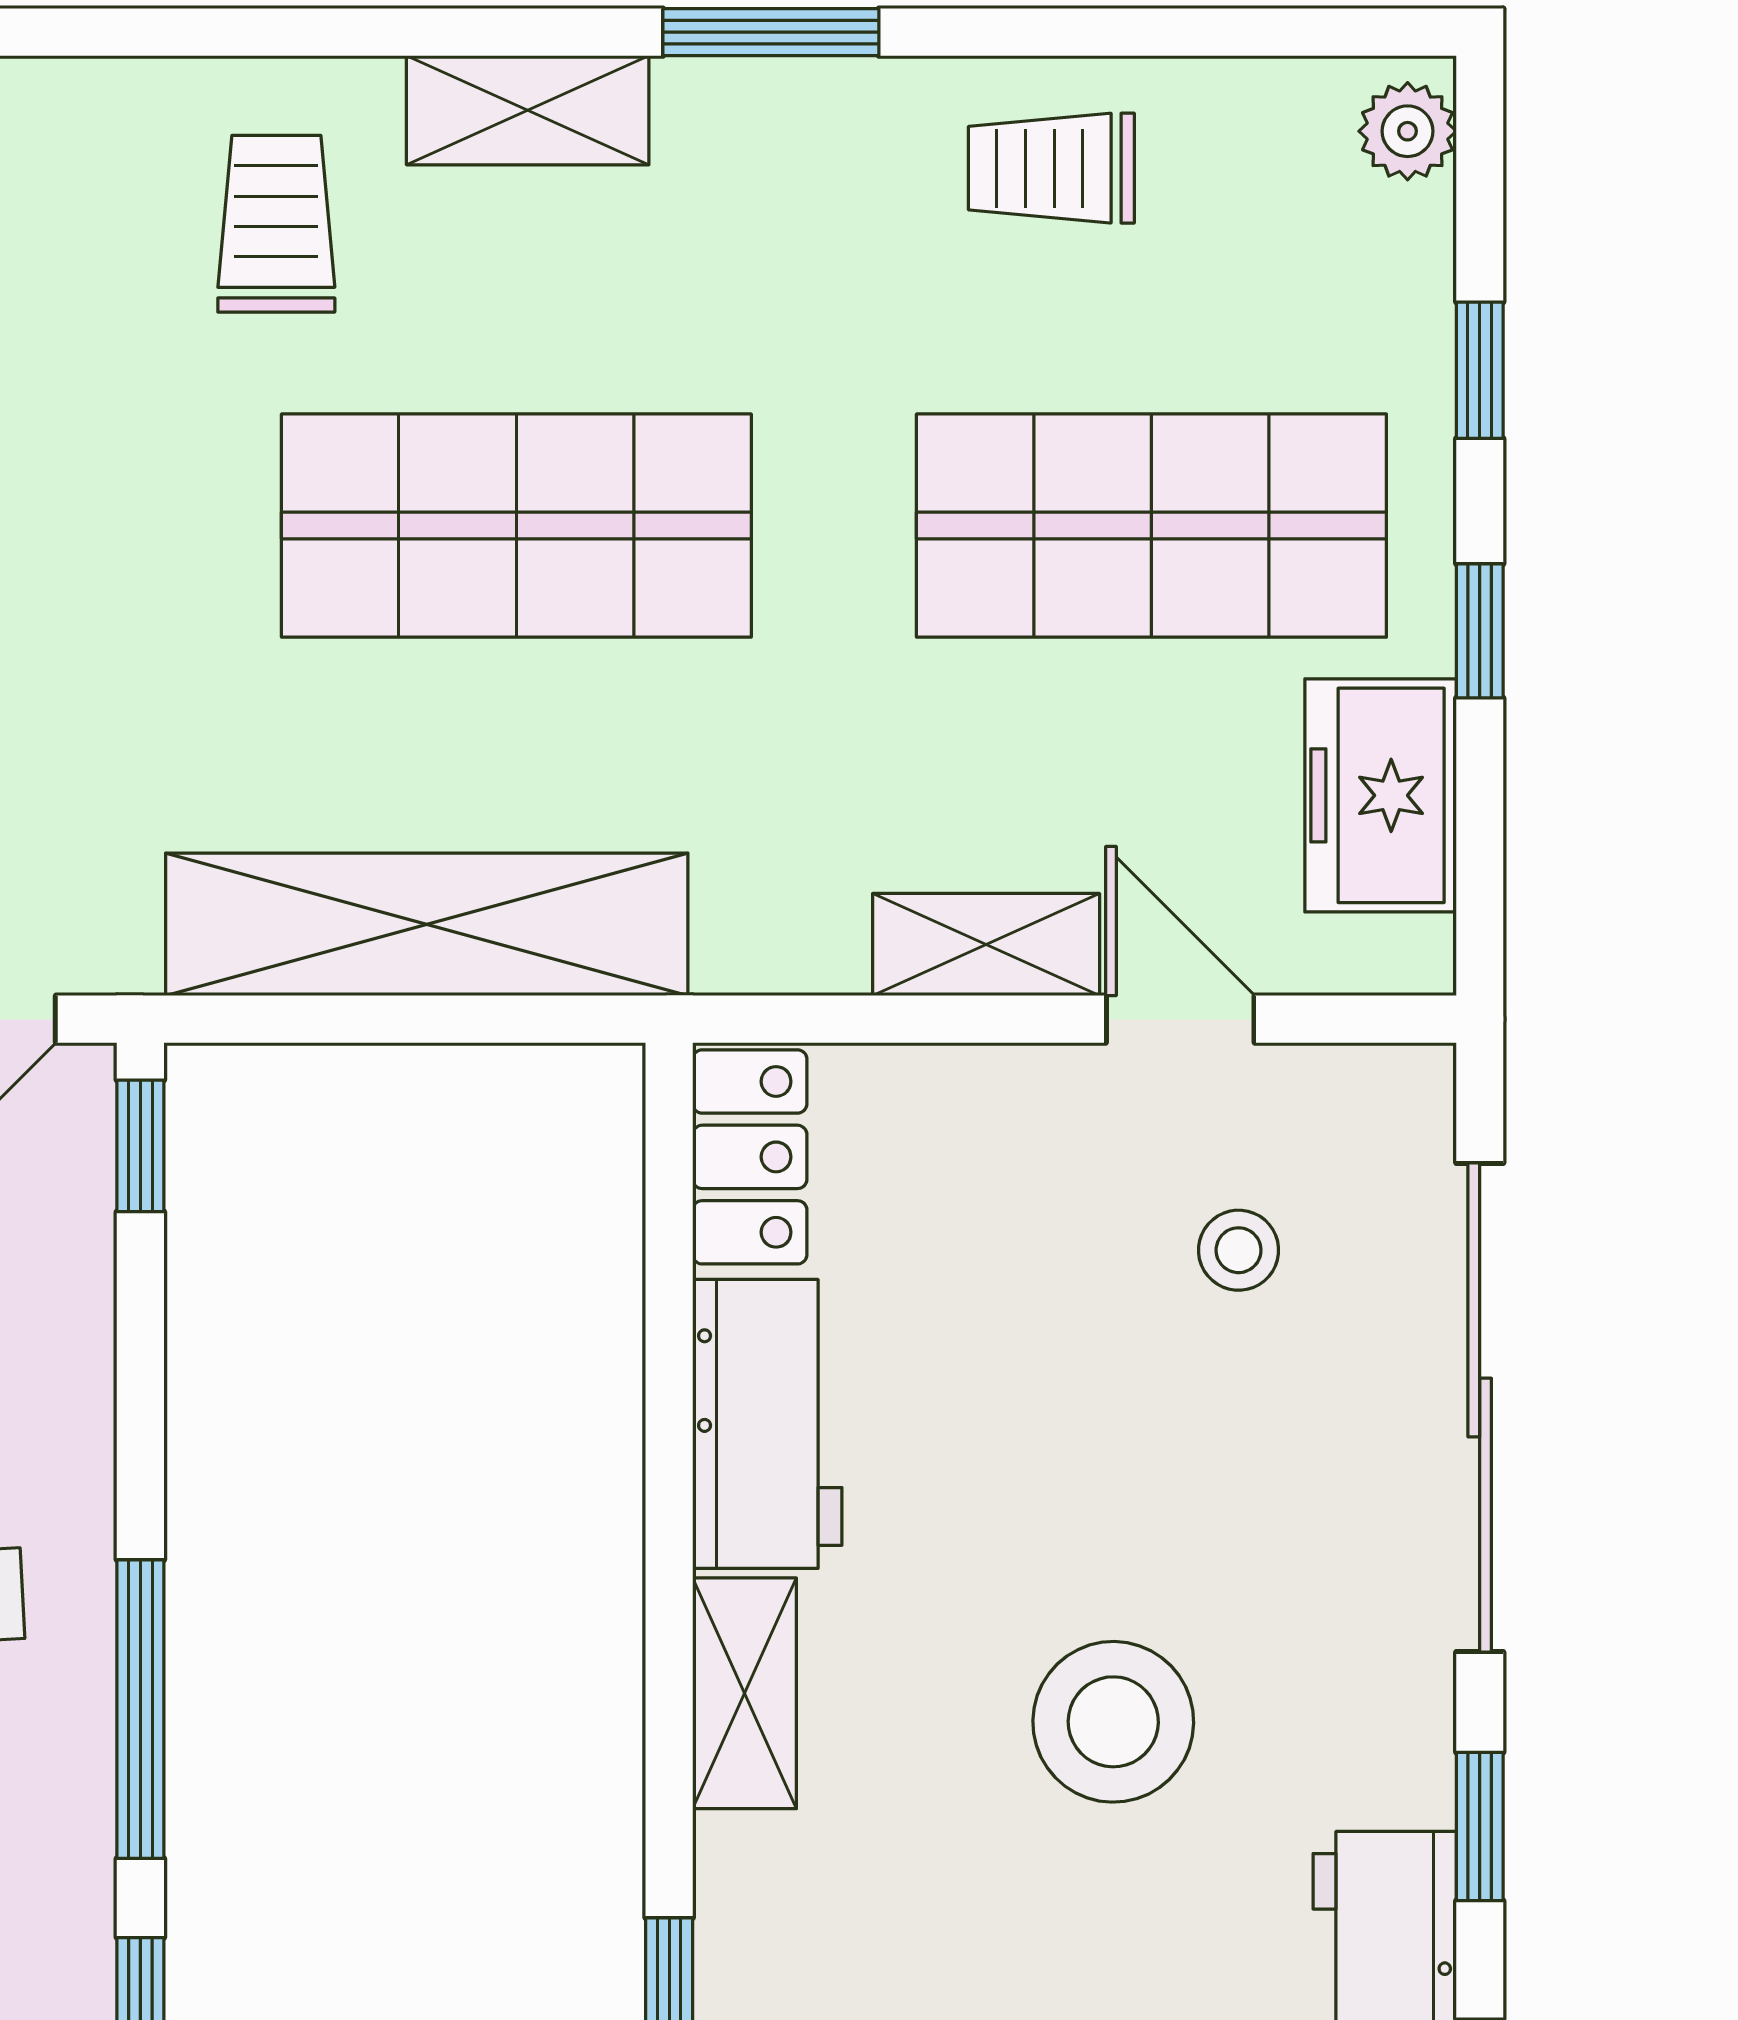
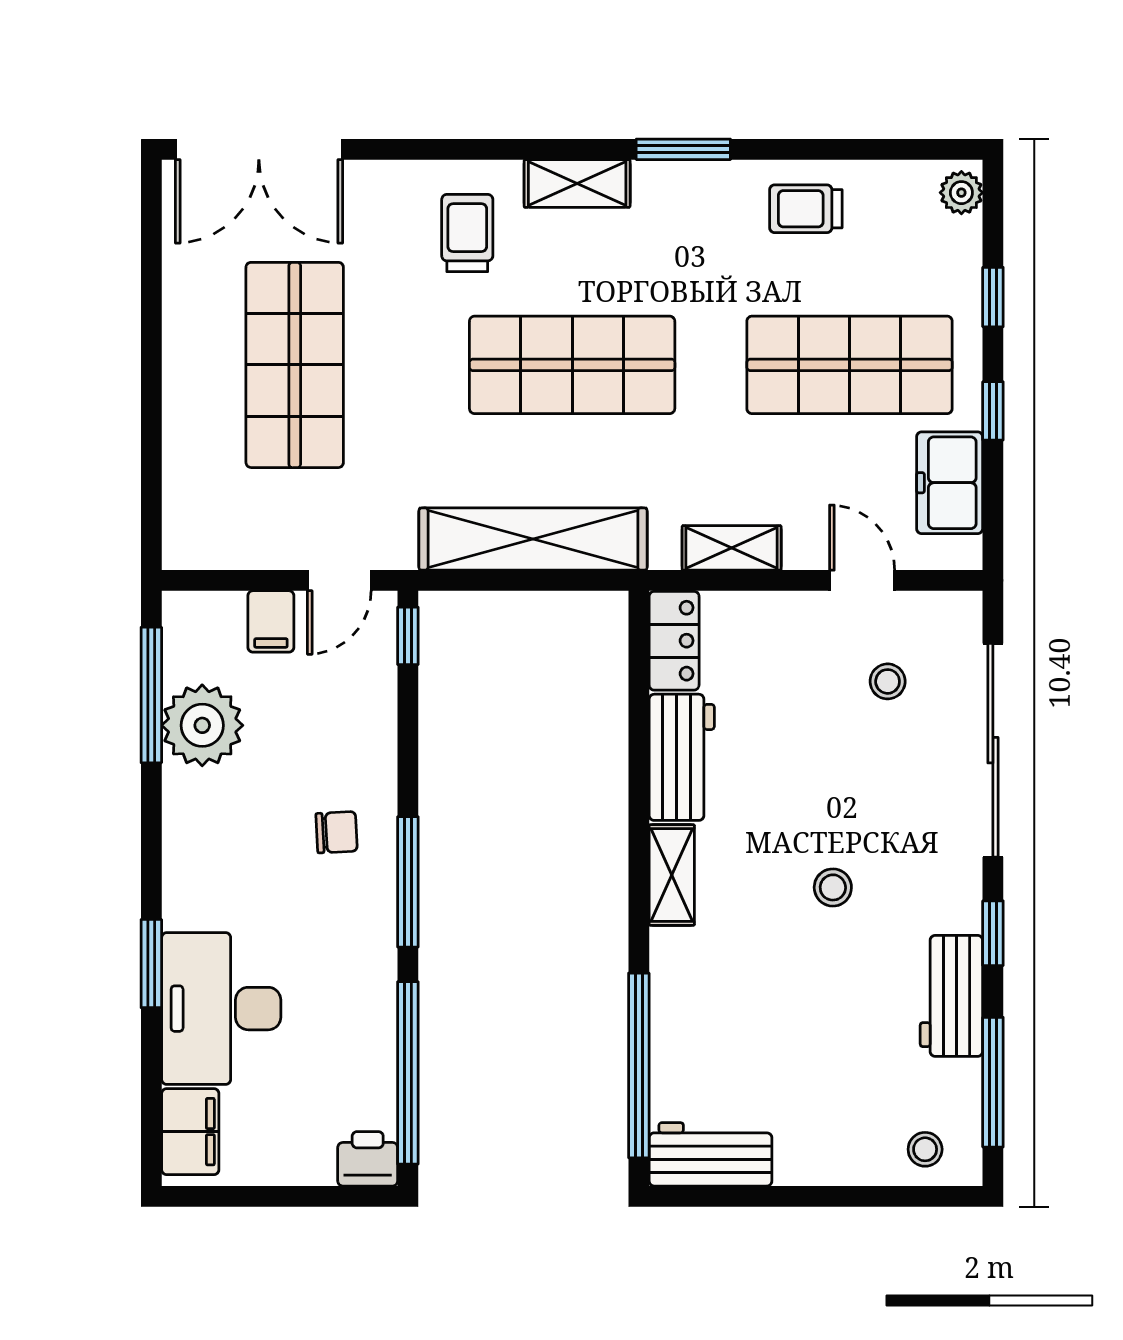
shelving: (986, 944) -> (732, 548), moved
stool: (1113, 1722) -> (833, 887), width x0.53, depth x0.53

